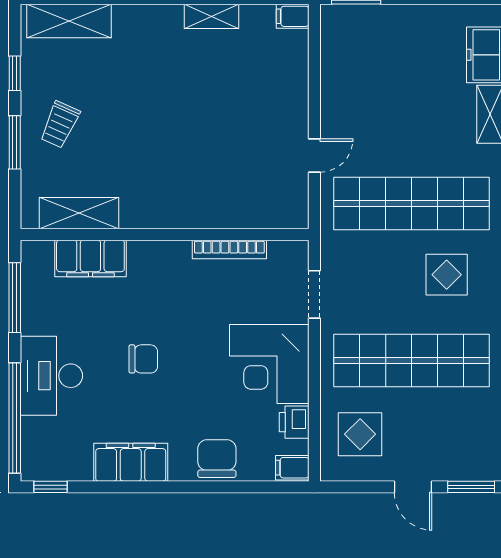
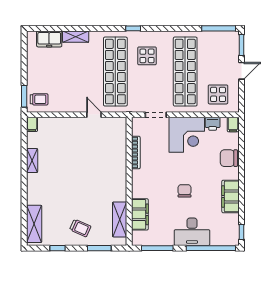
trolley: (349, 32) -> (39, 99), added
window: (15, 142) -> (99, 248), moved

